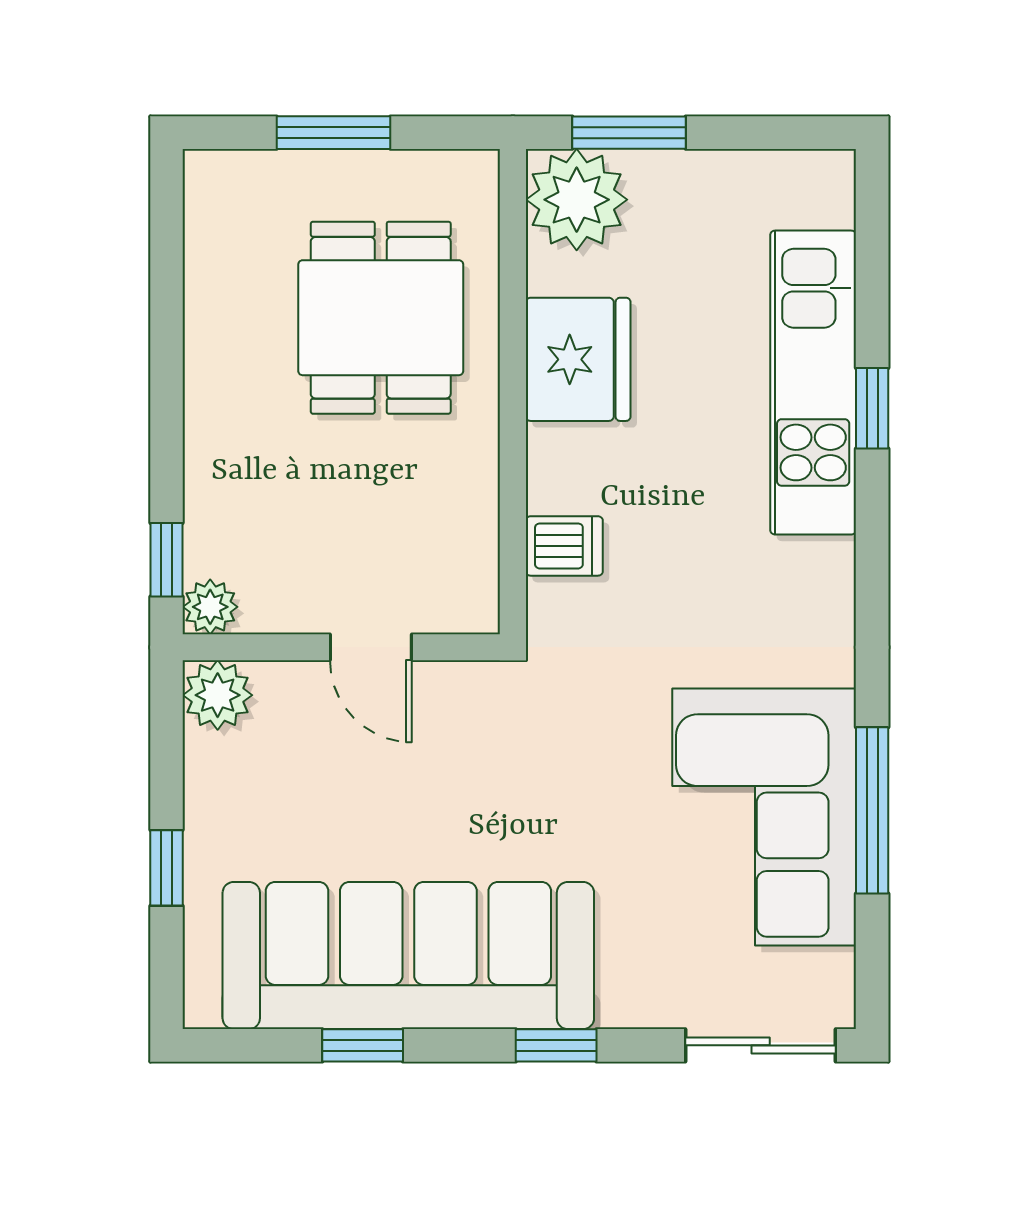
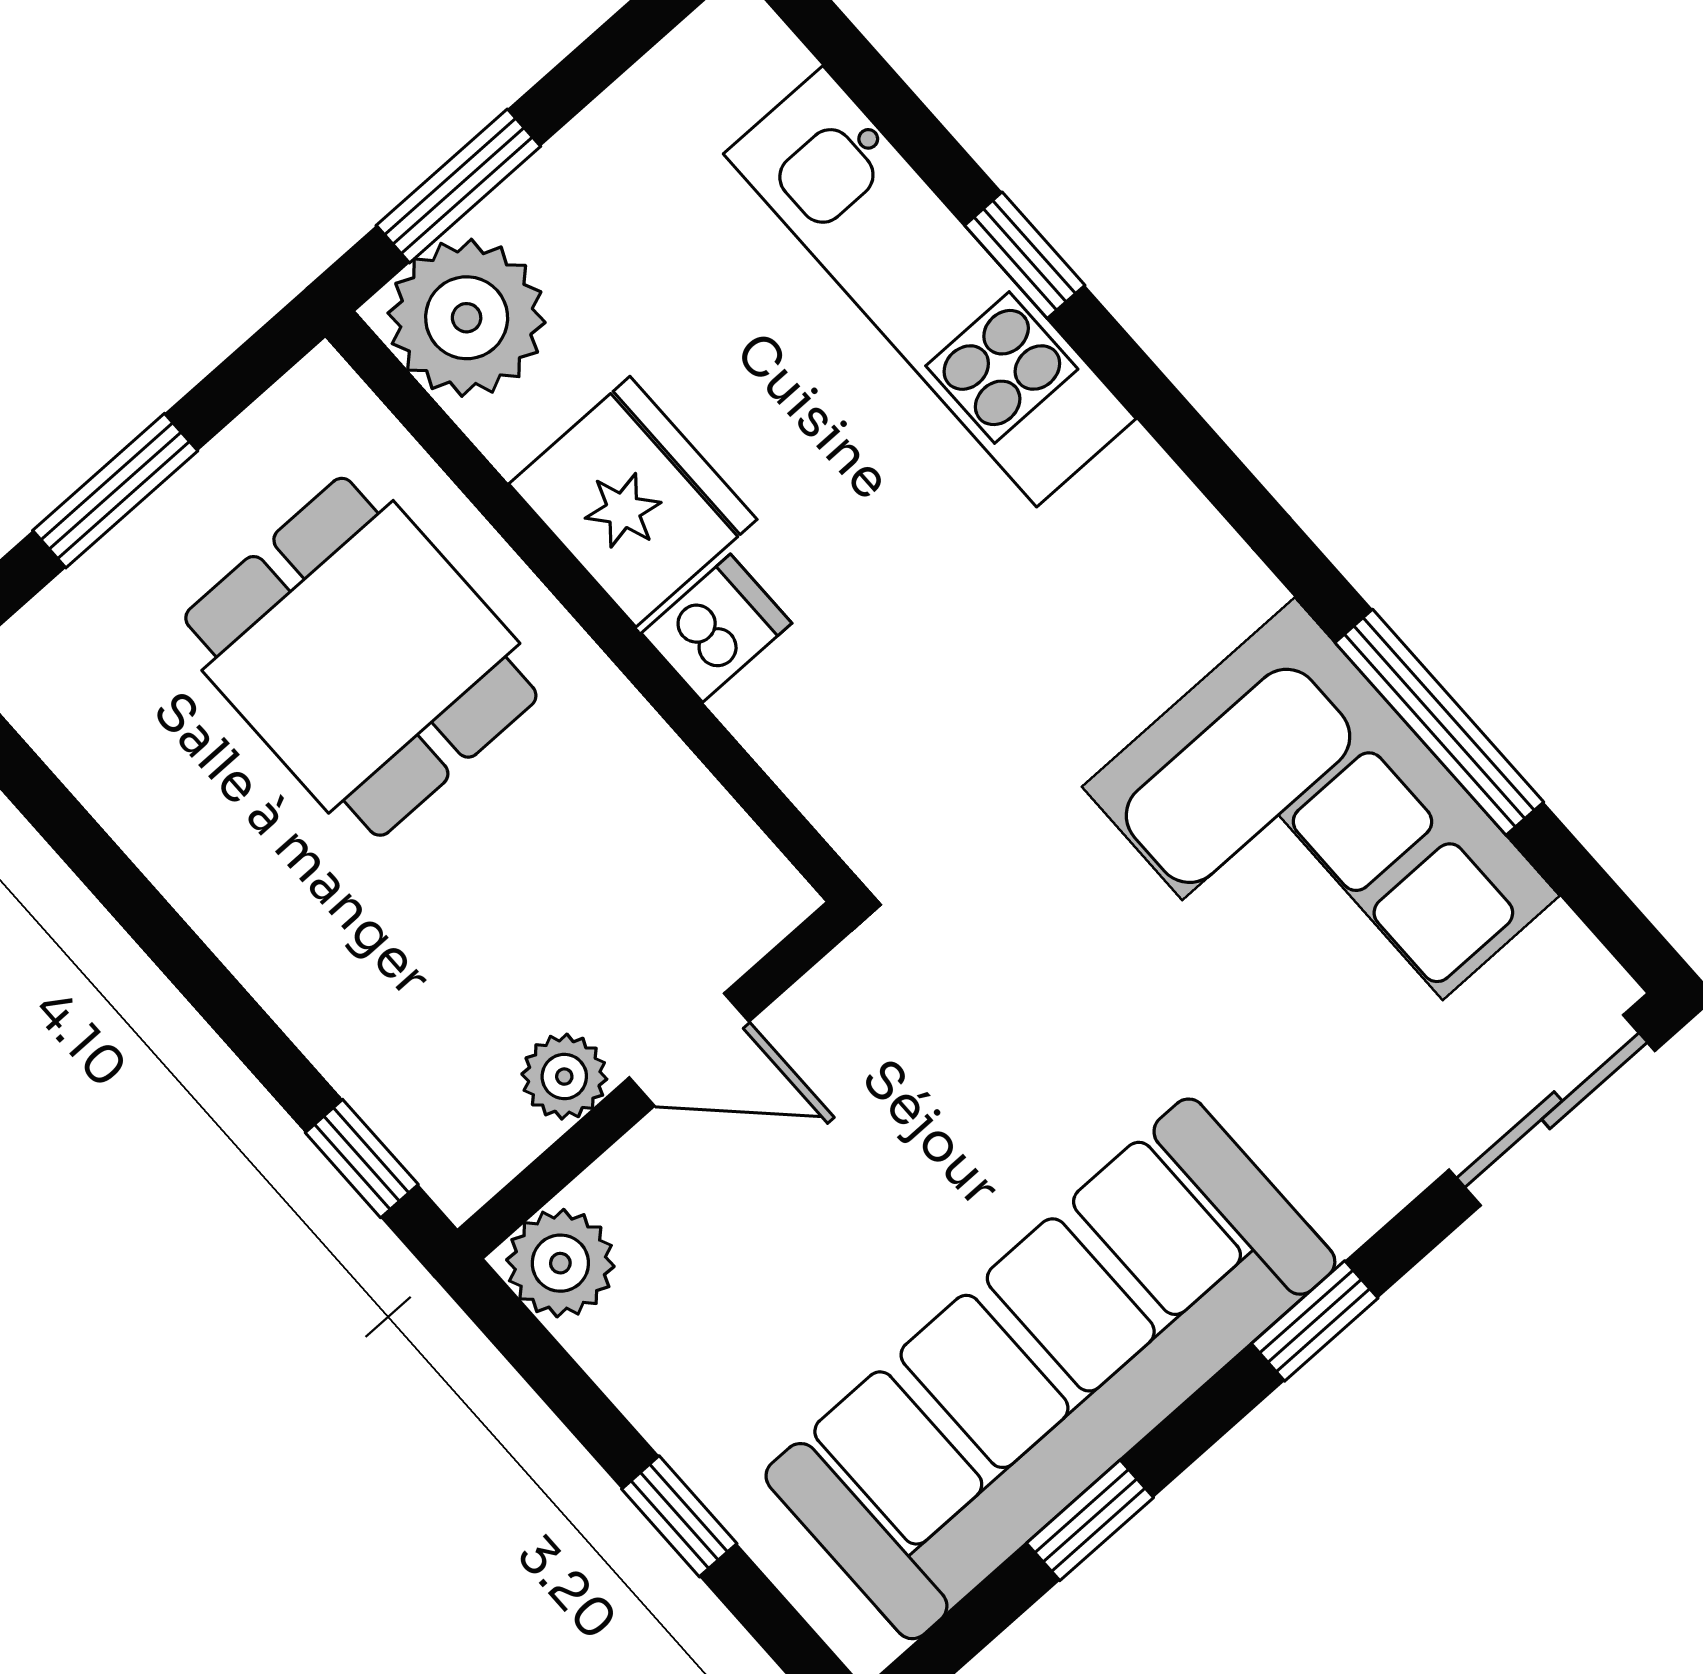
dishwasher: (564, 546) -> (717, 628), moved
plant: (210, 607) -> (564, 1077), moved

